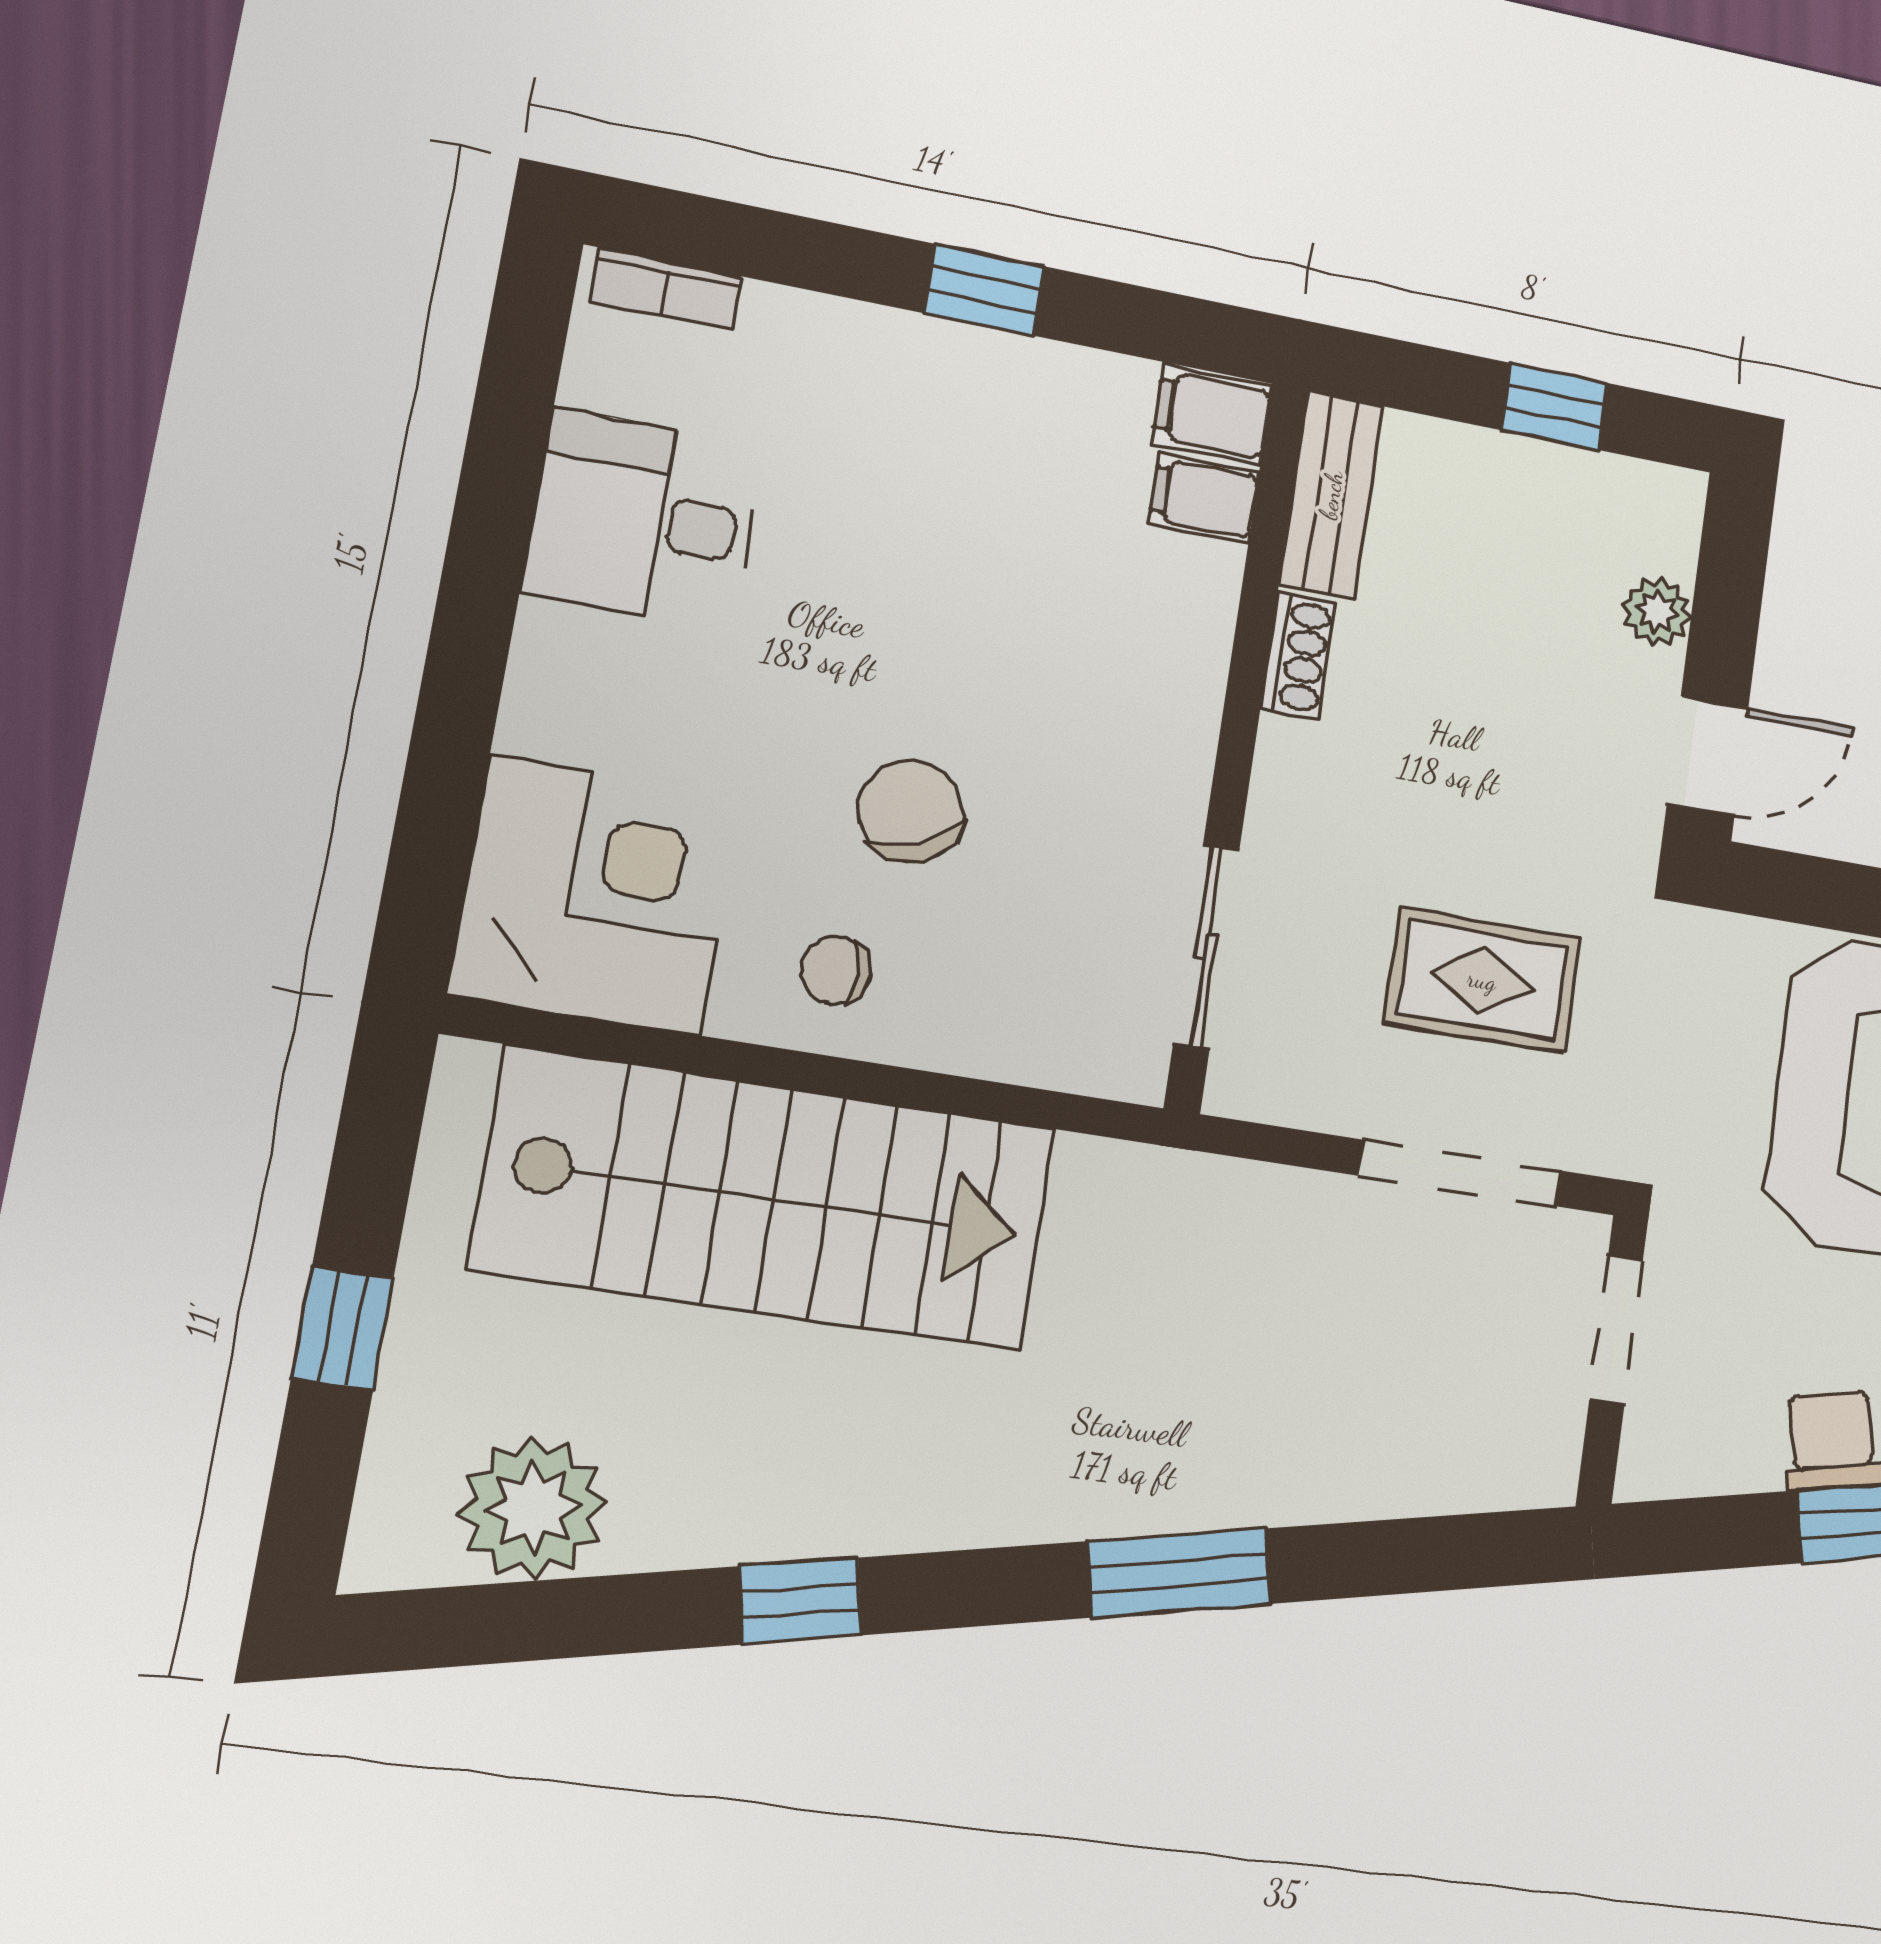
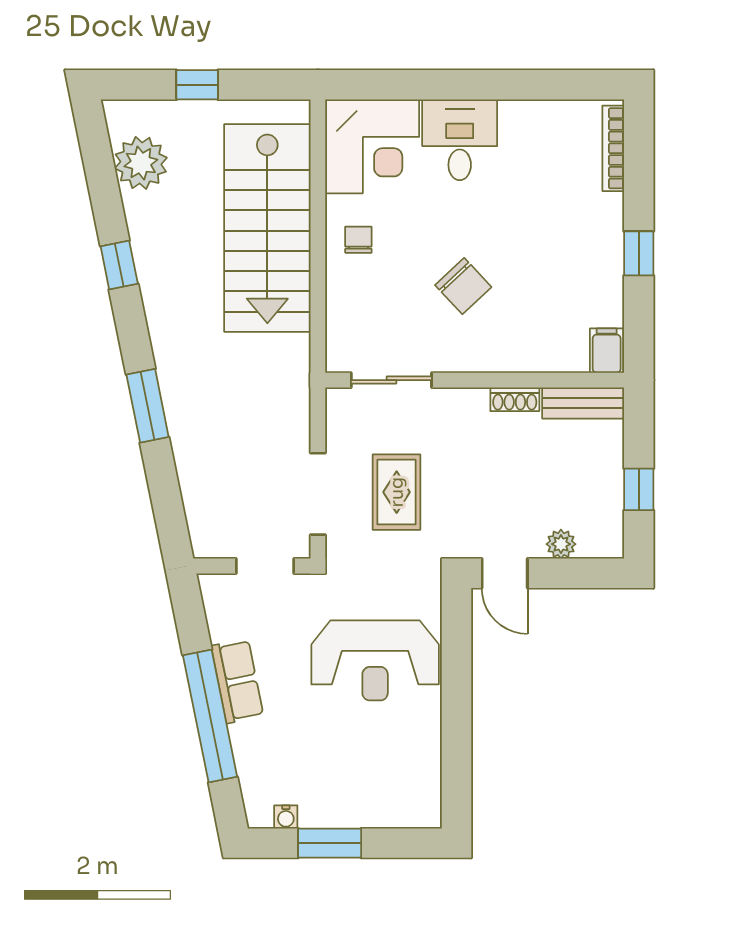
bookcase: (666, 289) -> (613, 148), width x1.56
filing cabinet: (1204, 498) -> (572, 352), removed
desk: (644, 519) -> (460, 140), moved
chair: (911, 811) -> (463, 286), moved, turned 70

